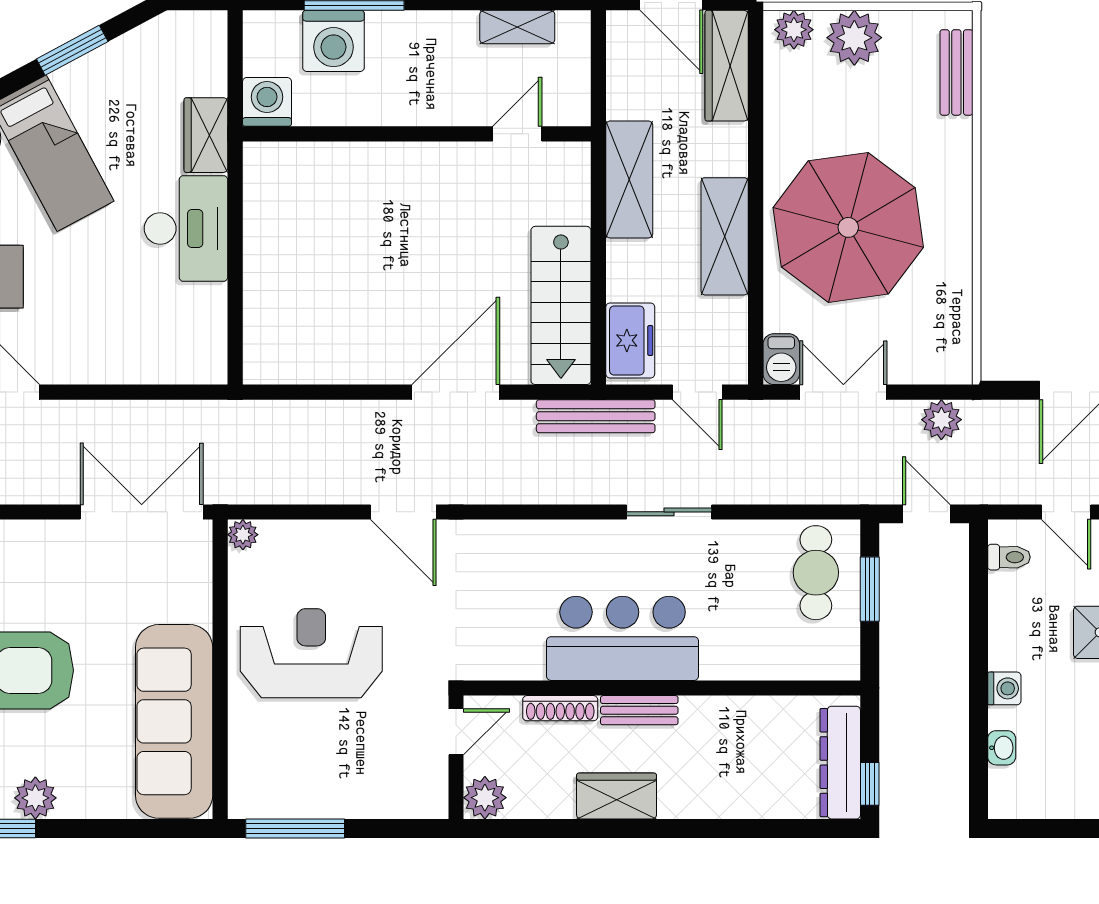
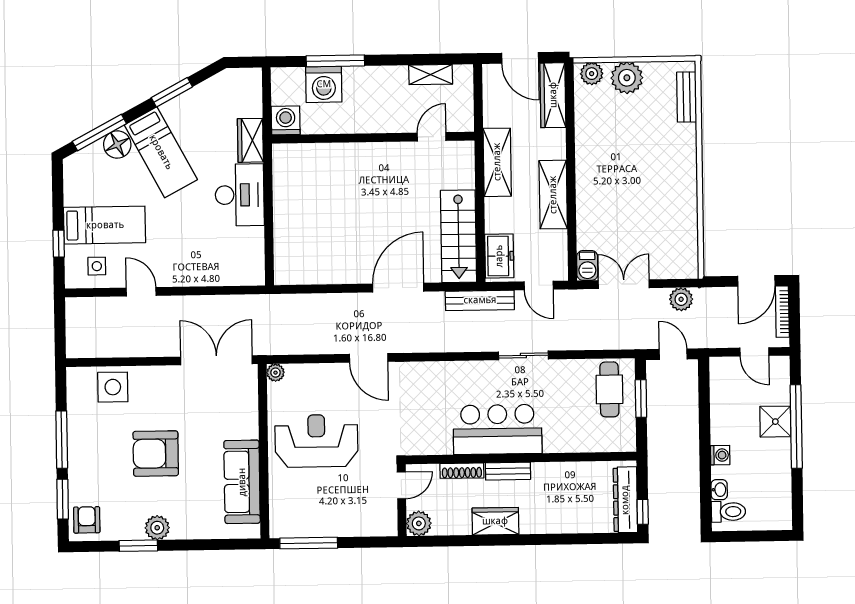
parasol: (848, 227) -> (625, 188), removed
toilet: (1009, 557) -> (728, 512), moved, width x1.37, depth x1.39
sofa: (174, 721) -> (242, 482), width x0.74, depth x0.79

